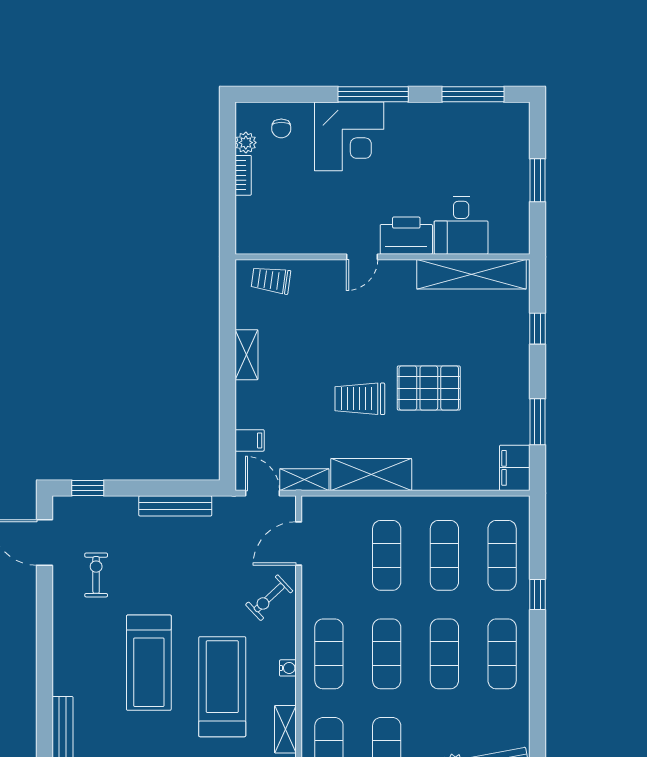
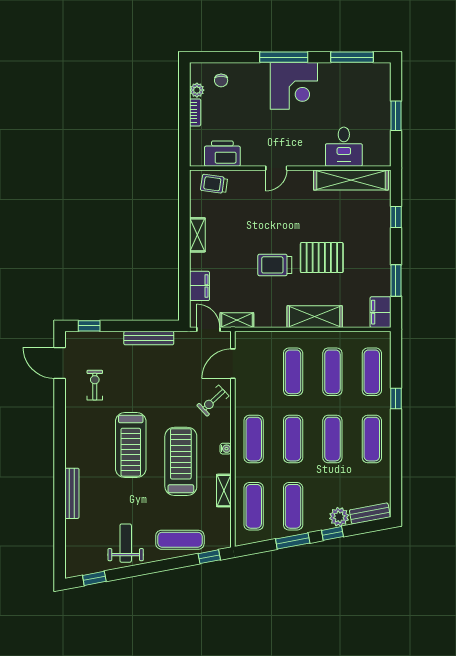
corner desk: (349, 136) -> (294, 86), moved
printer: (406, 236) -> (222, 154), moved
filing cabinet: (250, 440) -> (199, 286), width x2.00
shelving: (371, 474) -> (315, 317), moved

